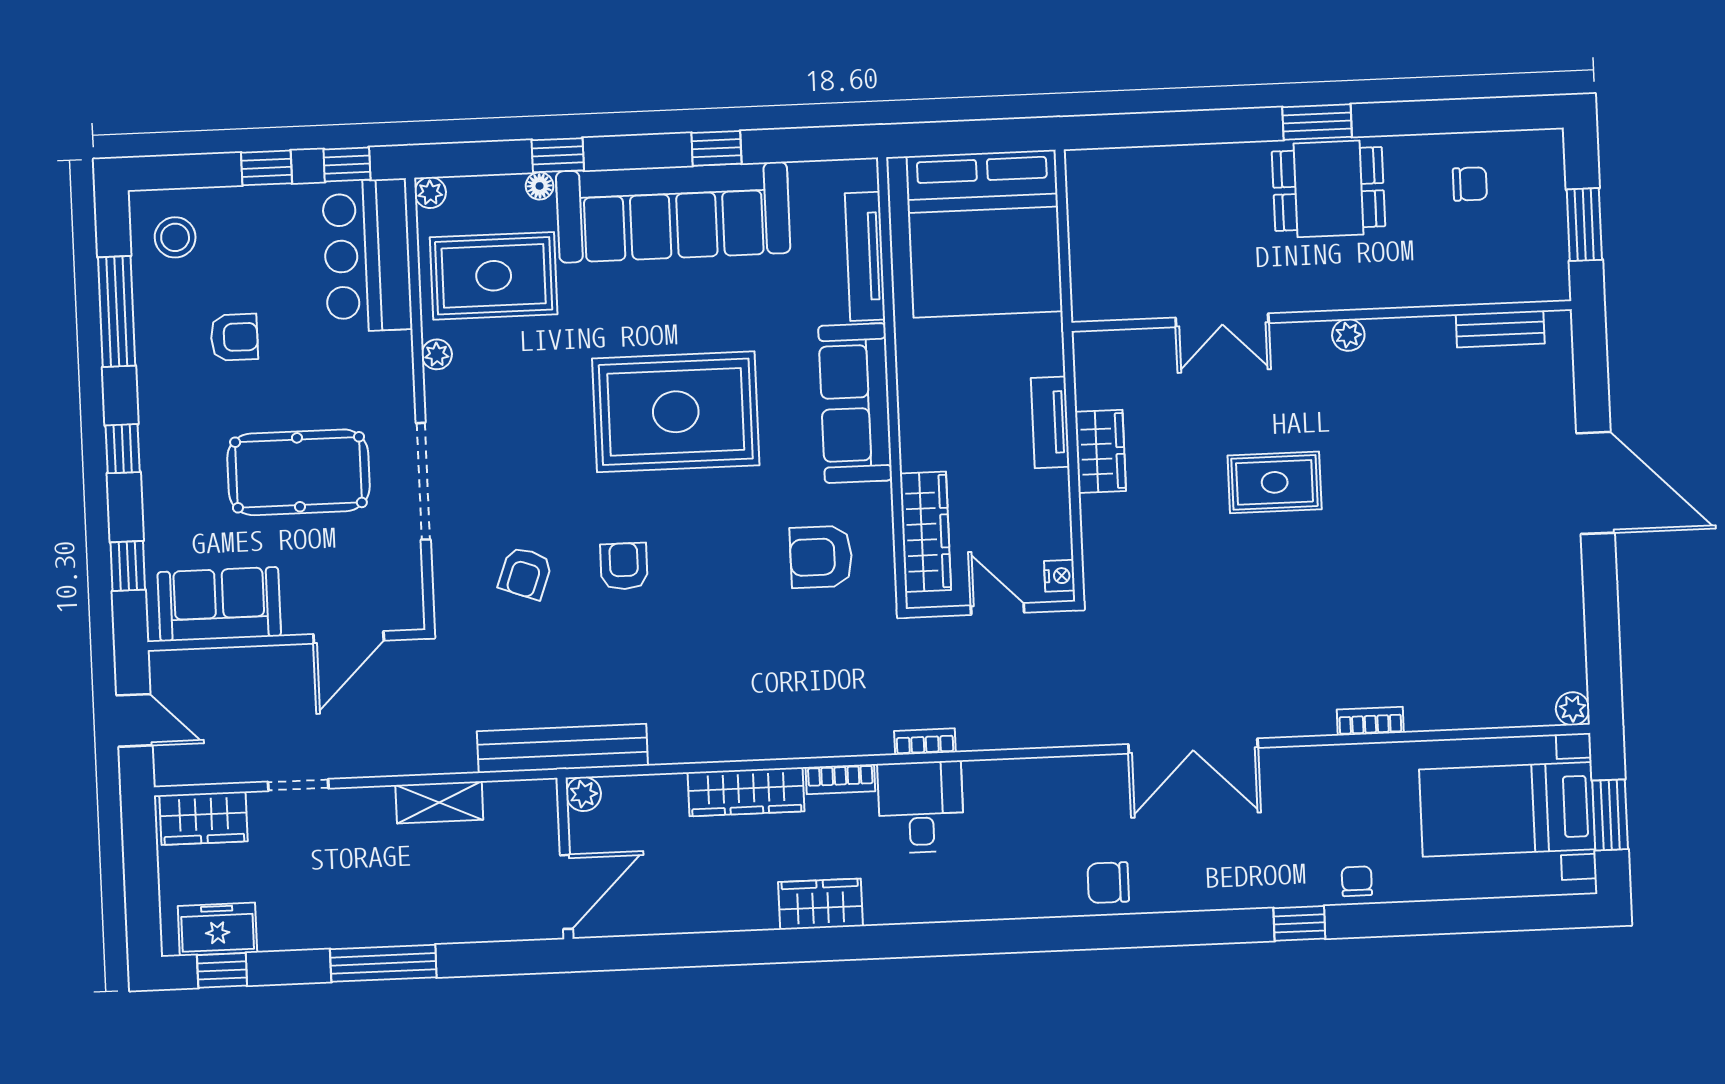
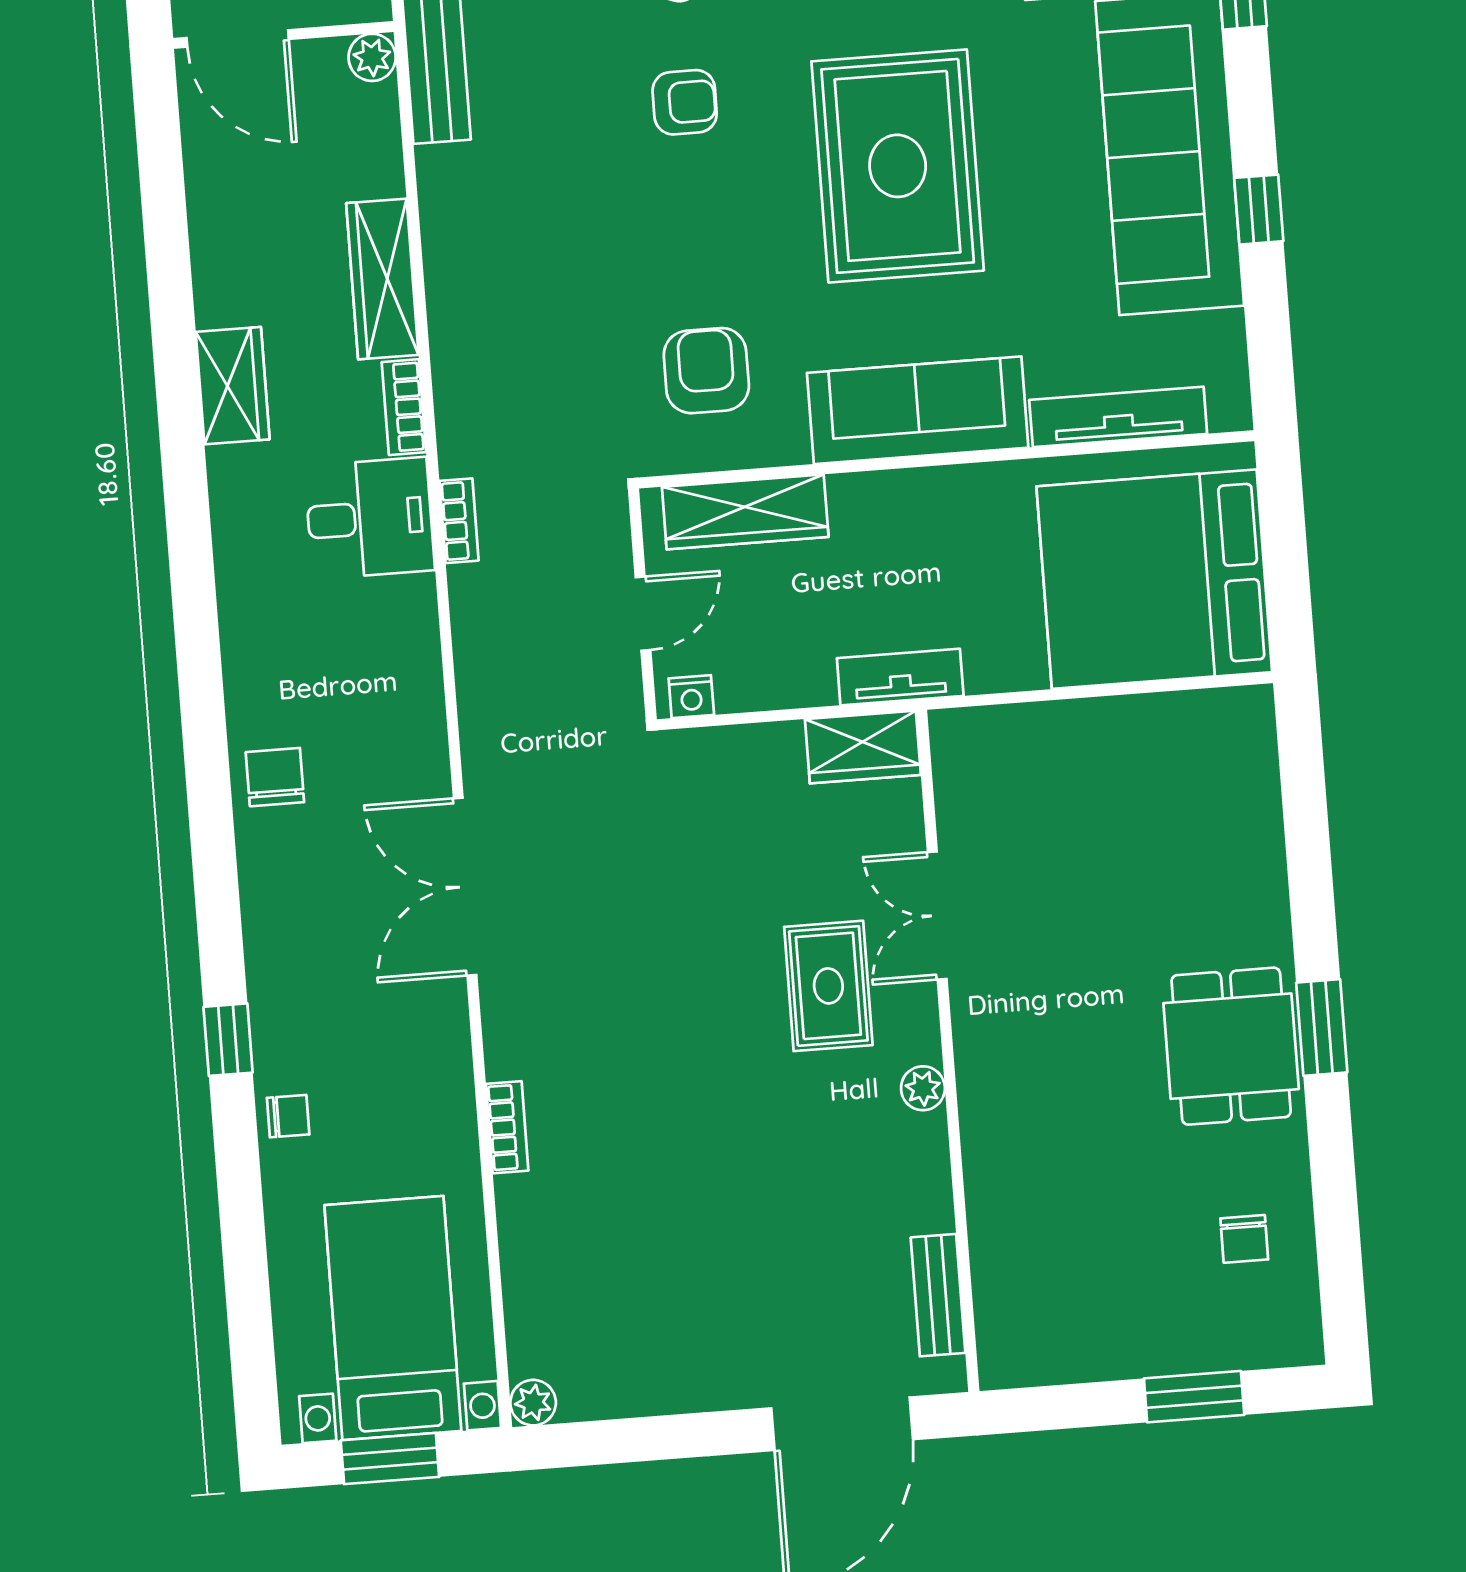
wall: (1321, 316) -> (948, 1051), moved
double door: (1222, 320) -> (937, 915), moved
bench: (1500, 329) -> (938, 1295), moved
plant: (1348, 335) -> (923, 1088), moved

